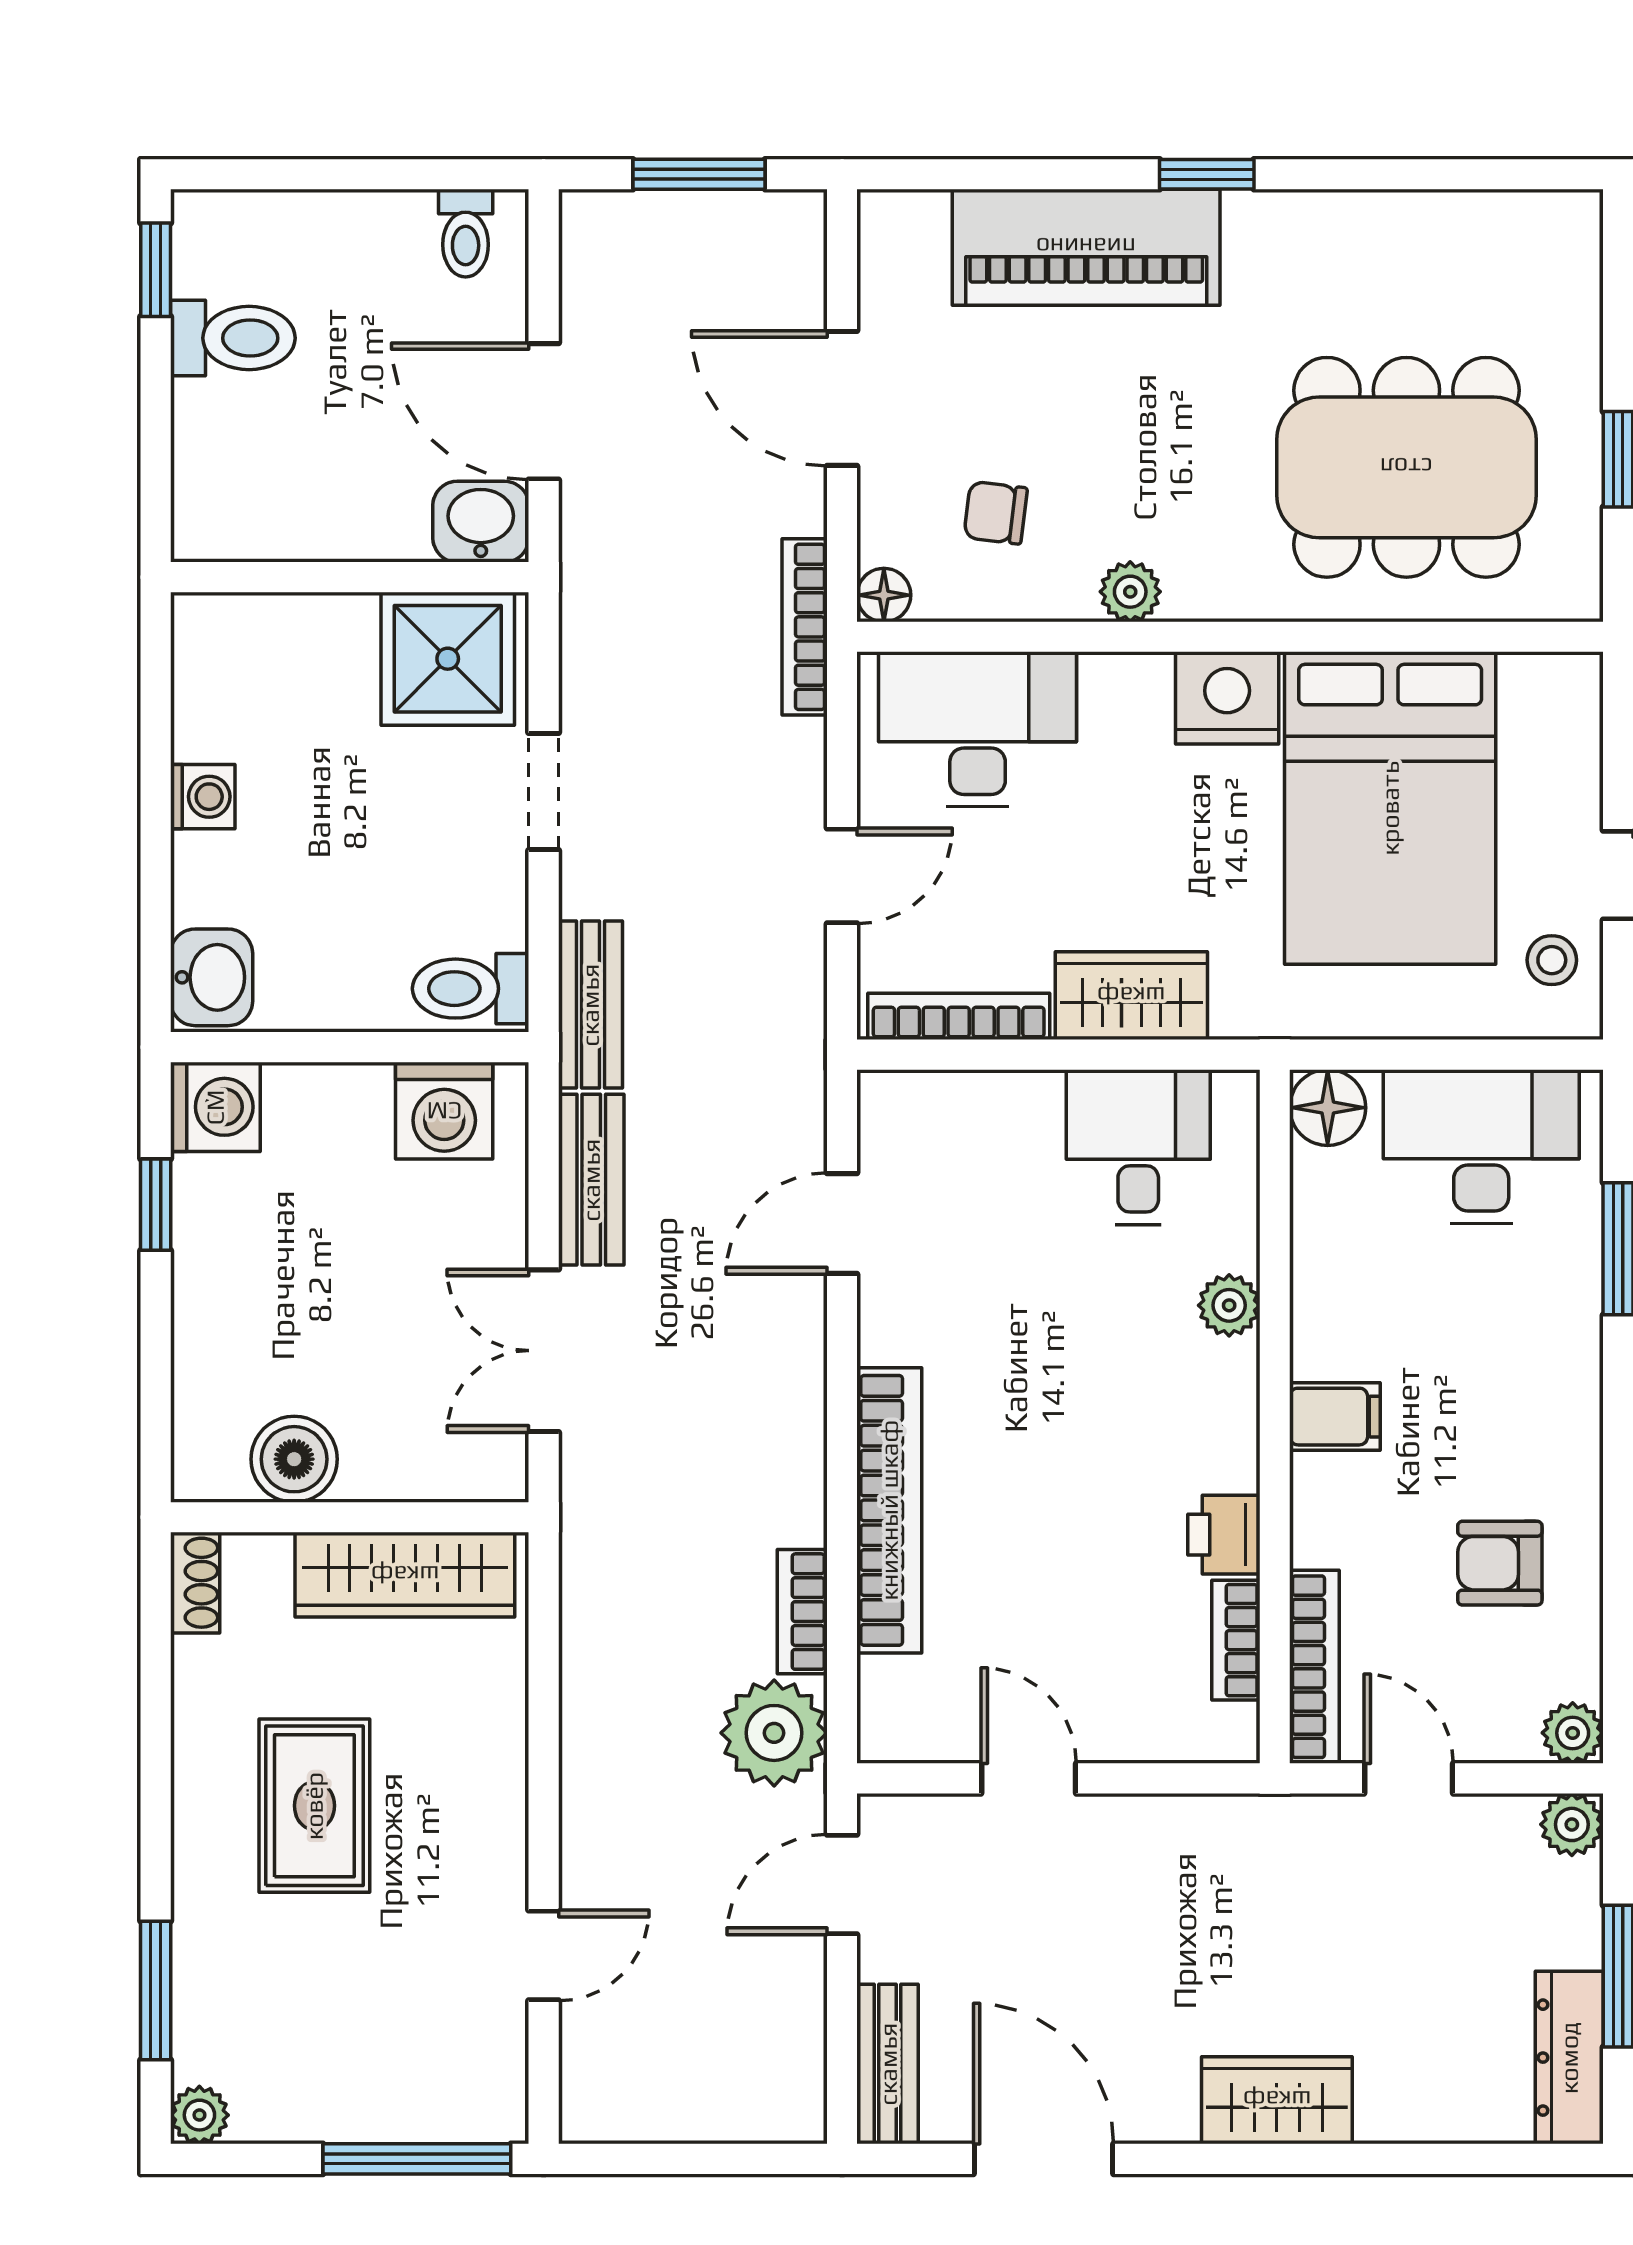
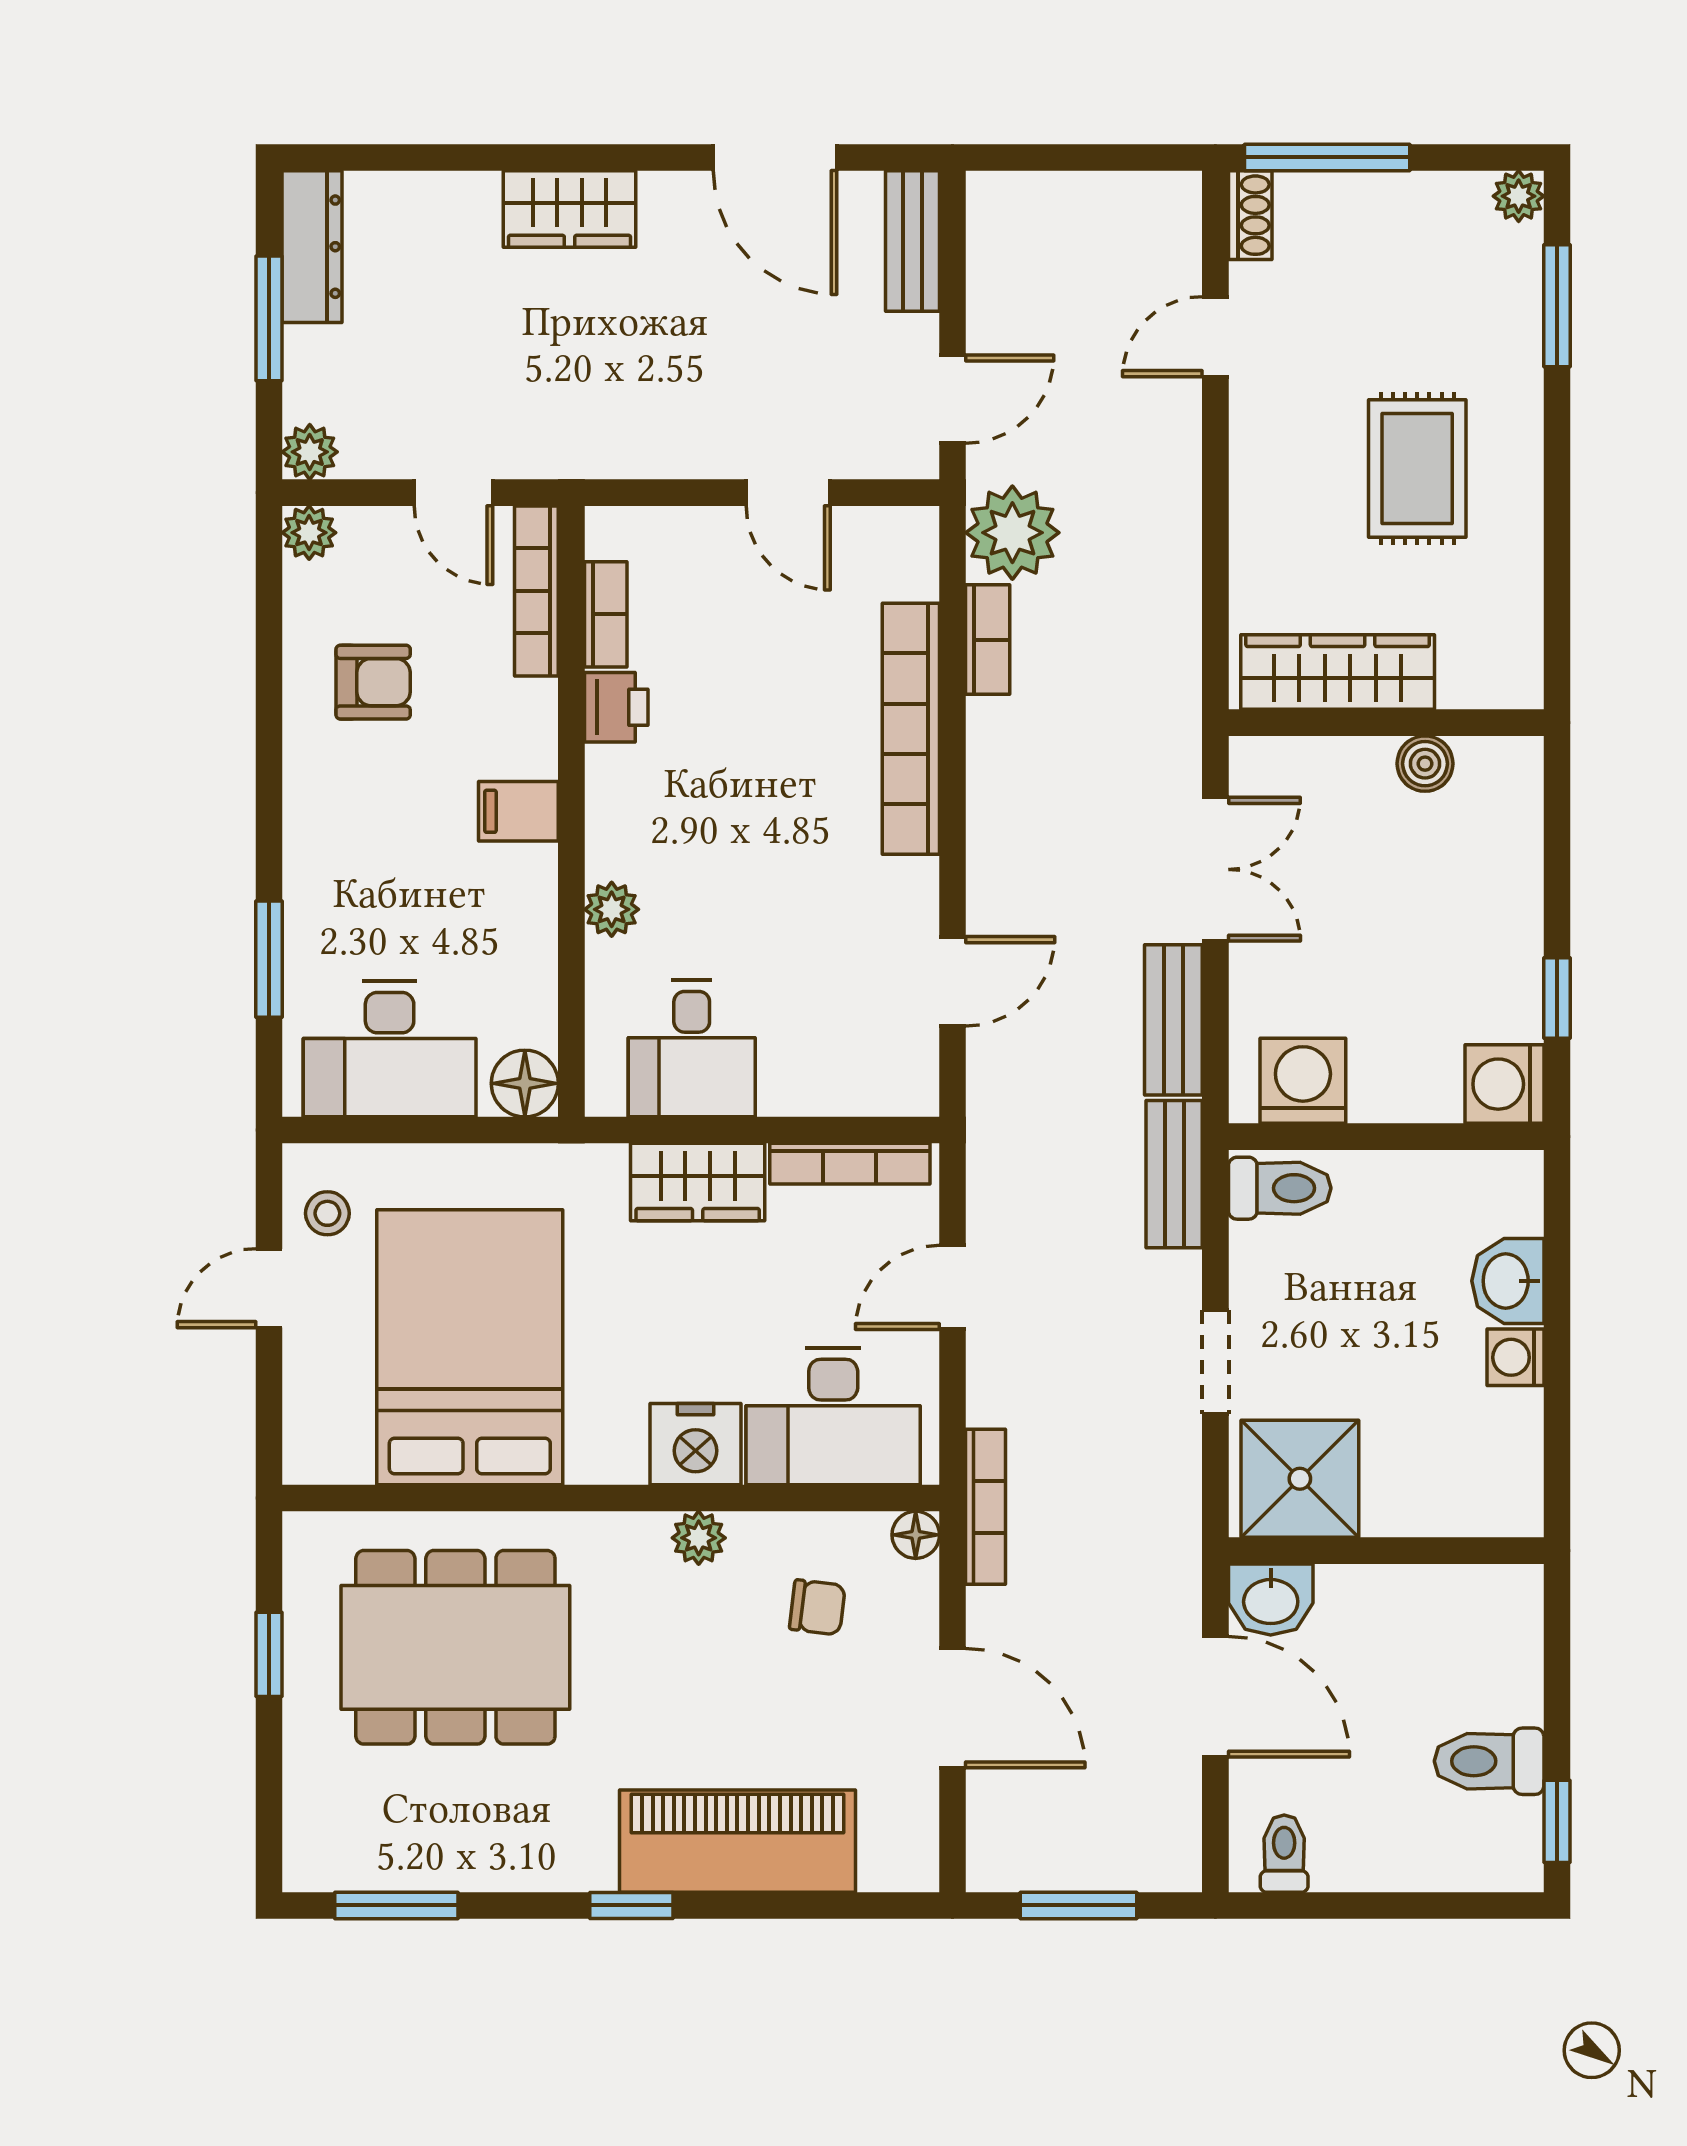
window: (1473, 174) -> (396, 1905), added
nightstand: (1227, 698) -> (696, 1444), moved
washbasin: (212, 977) -> (1508, 1281), moved
boiler: (294, 1459) -> (1425, 764), width x0.73, depth x0.73
shoe rack: (195, 1583) -> (1250, 215), moved, turned 180

